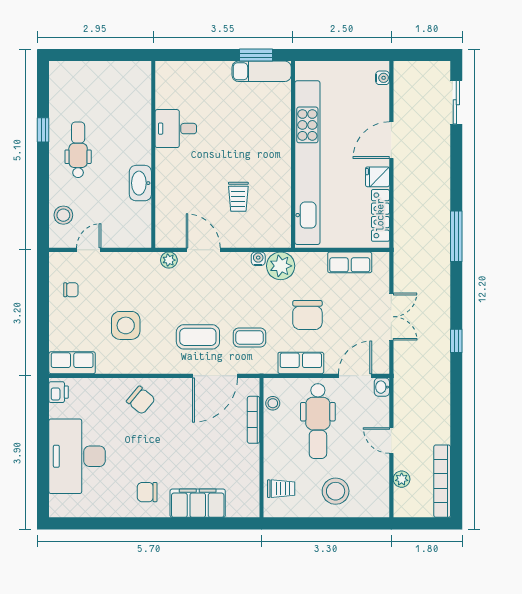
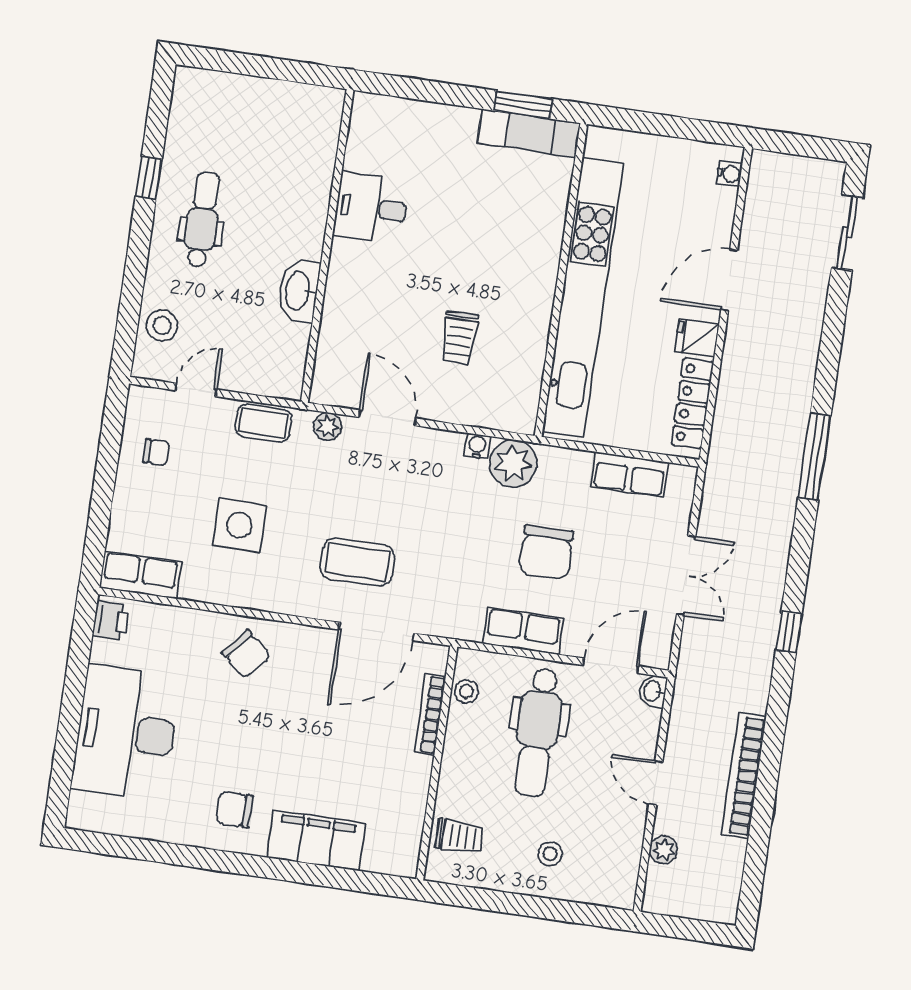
coffee table: (250, 337) -> (263, 423), moved
bookcase: (442, 481) -> (744, 776), moved
stool: (336, 491) -> (550, 854), width x0.53, depth x0.53

